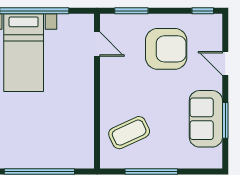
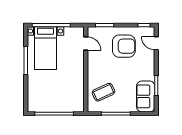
door: (225, 63) -> (156, 43), moved
sofa: (206, 119) -> (146, 96), moved

